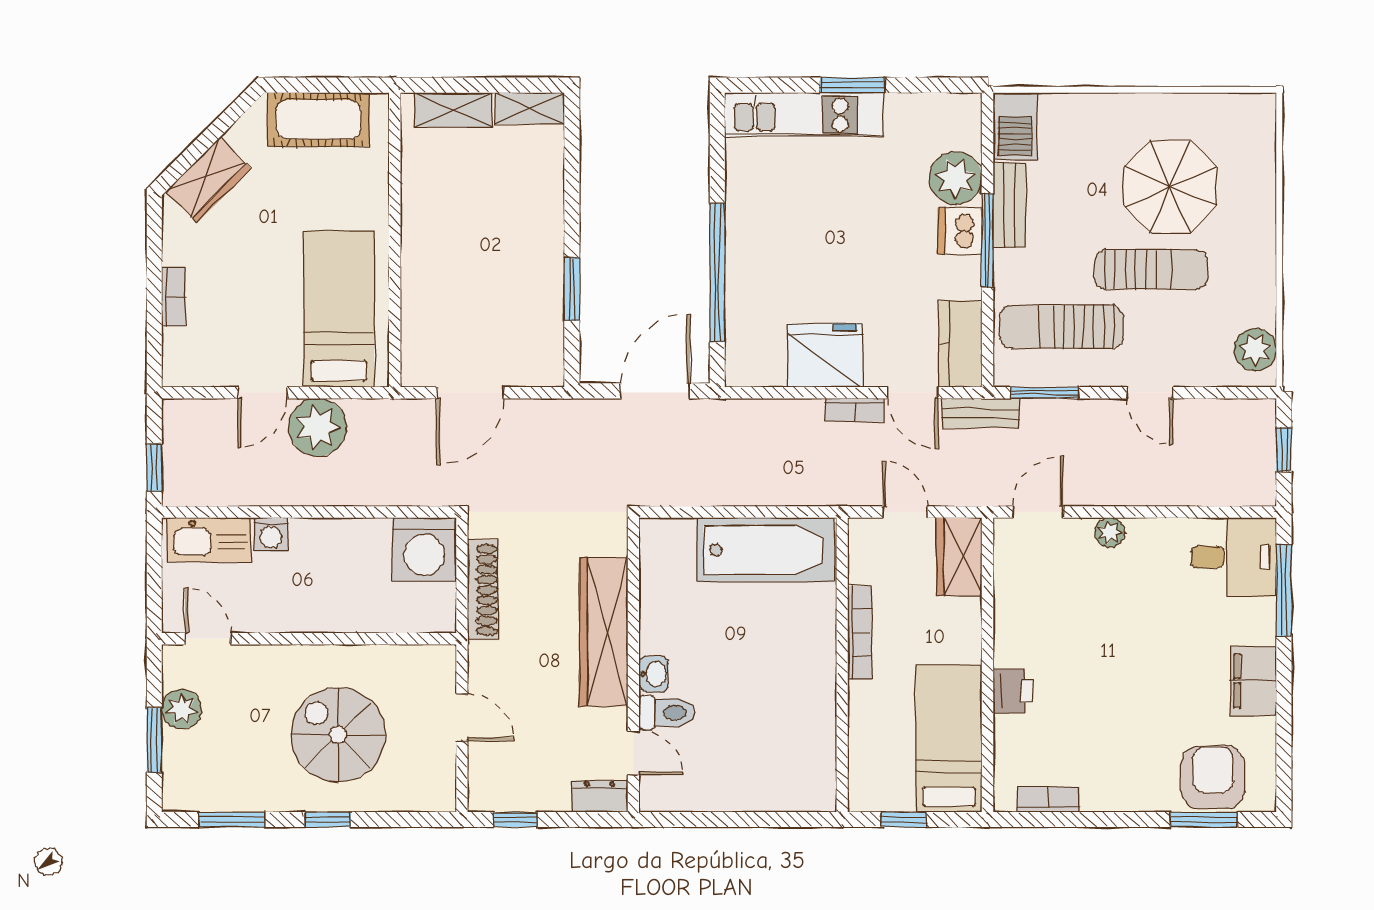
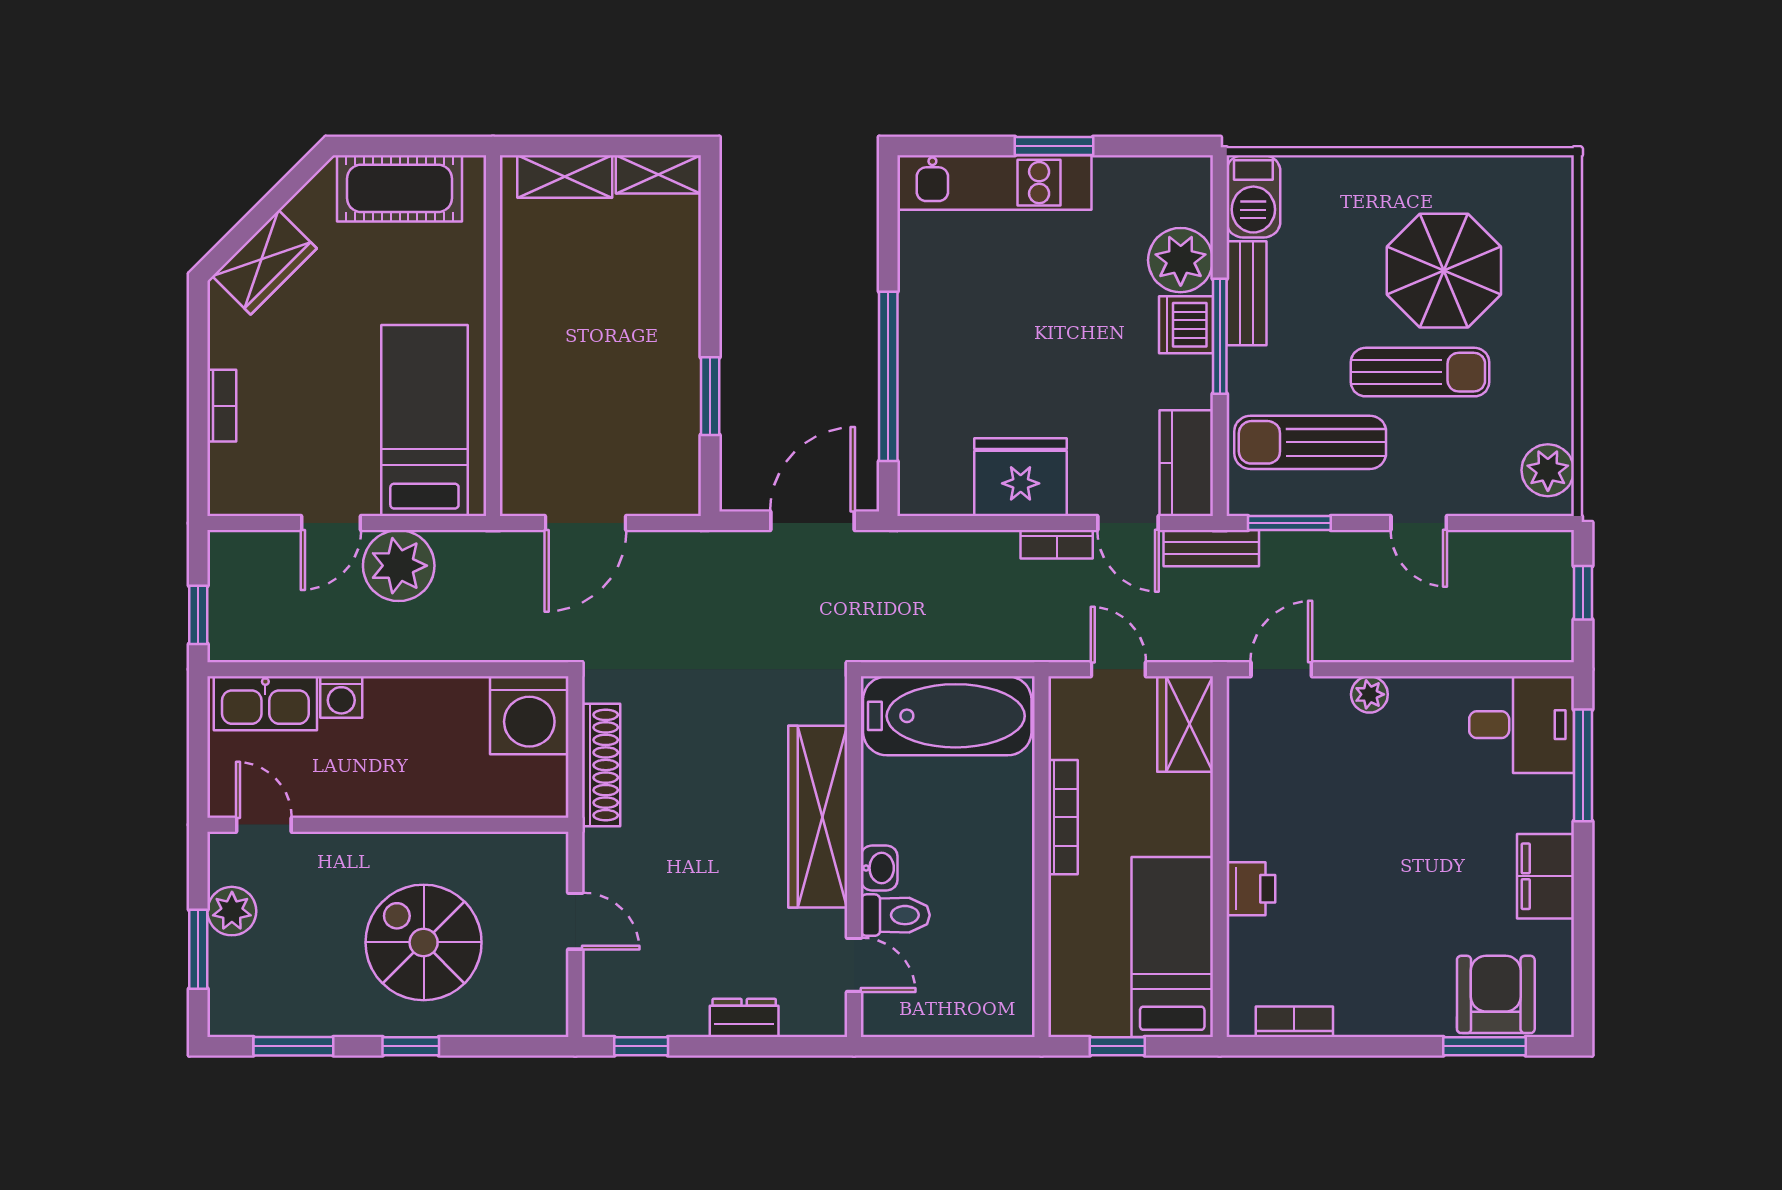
wardrobe: (604, 632) -> (818, 817), moved
wall: (633, 665) -> (854, 857), moved
washbasin: (654, 674) -> (879, 868), moved
toilet: (667, 712) -> (895, 915), moved
door: (633, 753) -> (854, 965), moved

